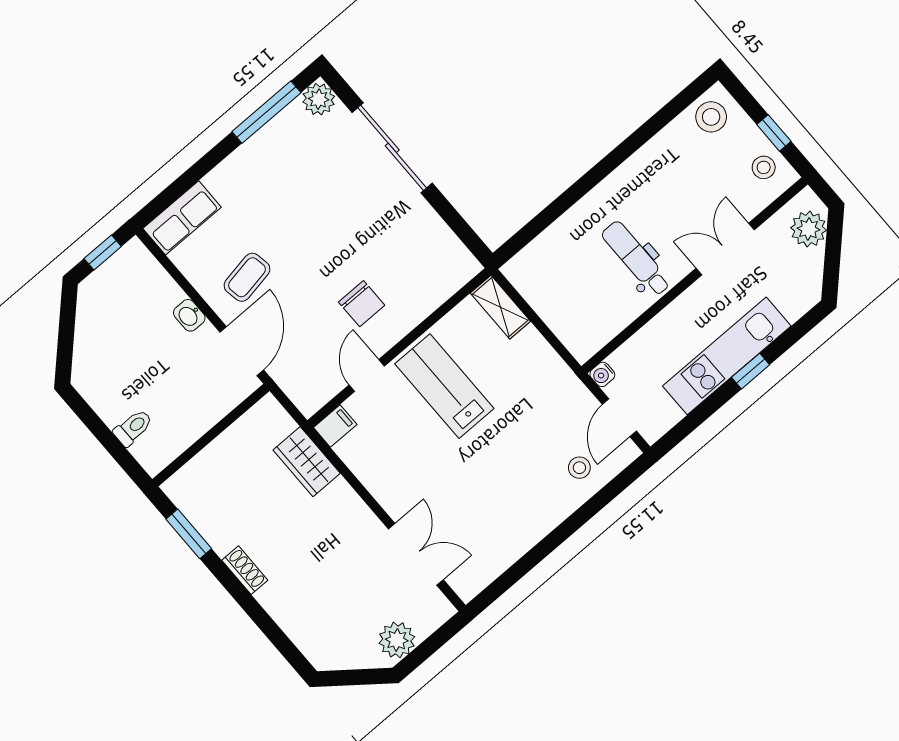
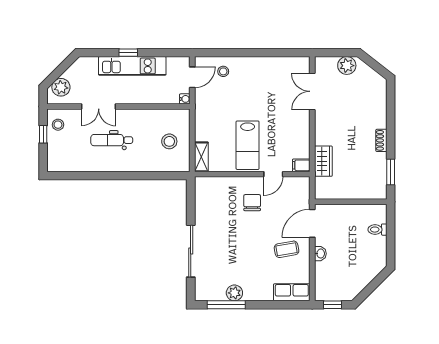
plant: (319, 99) -> (234, 293), moved
stool: (711, 117) -> (169, 141), moved
dental chair: (636, 259) -> (112, 140), moved, turned 90

